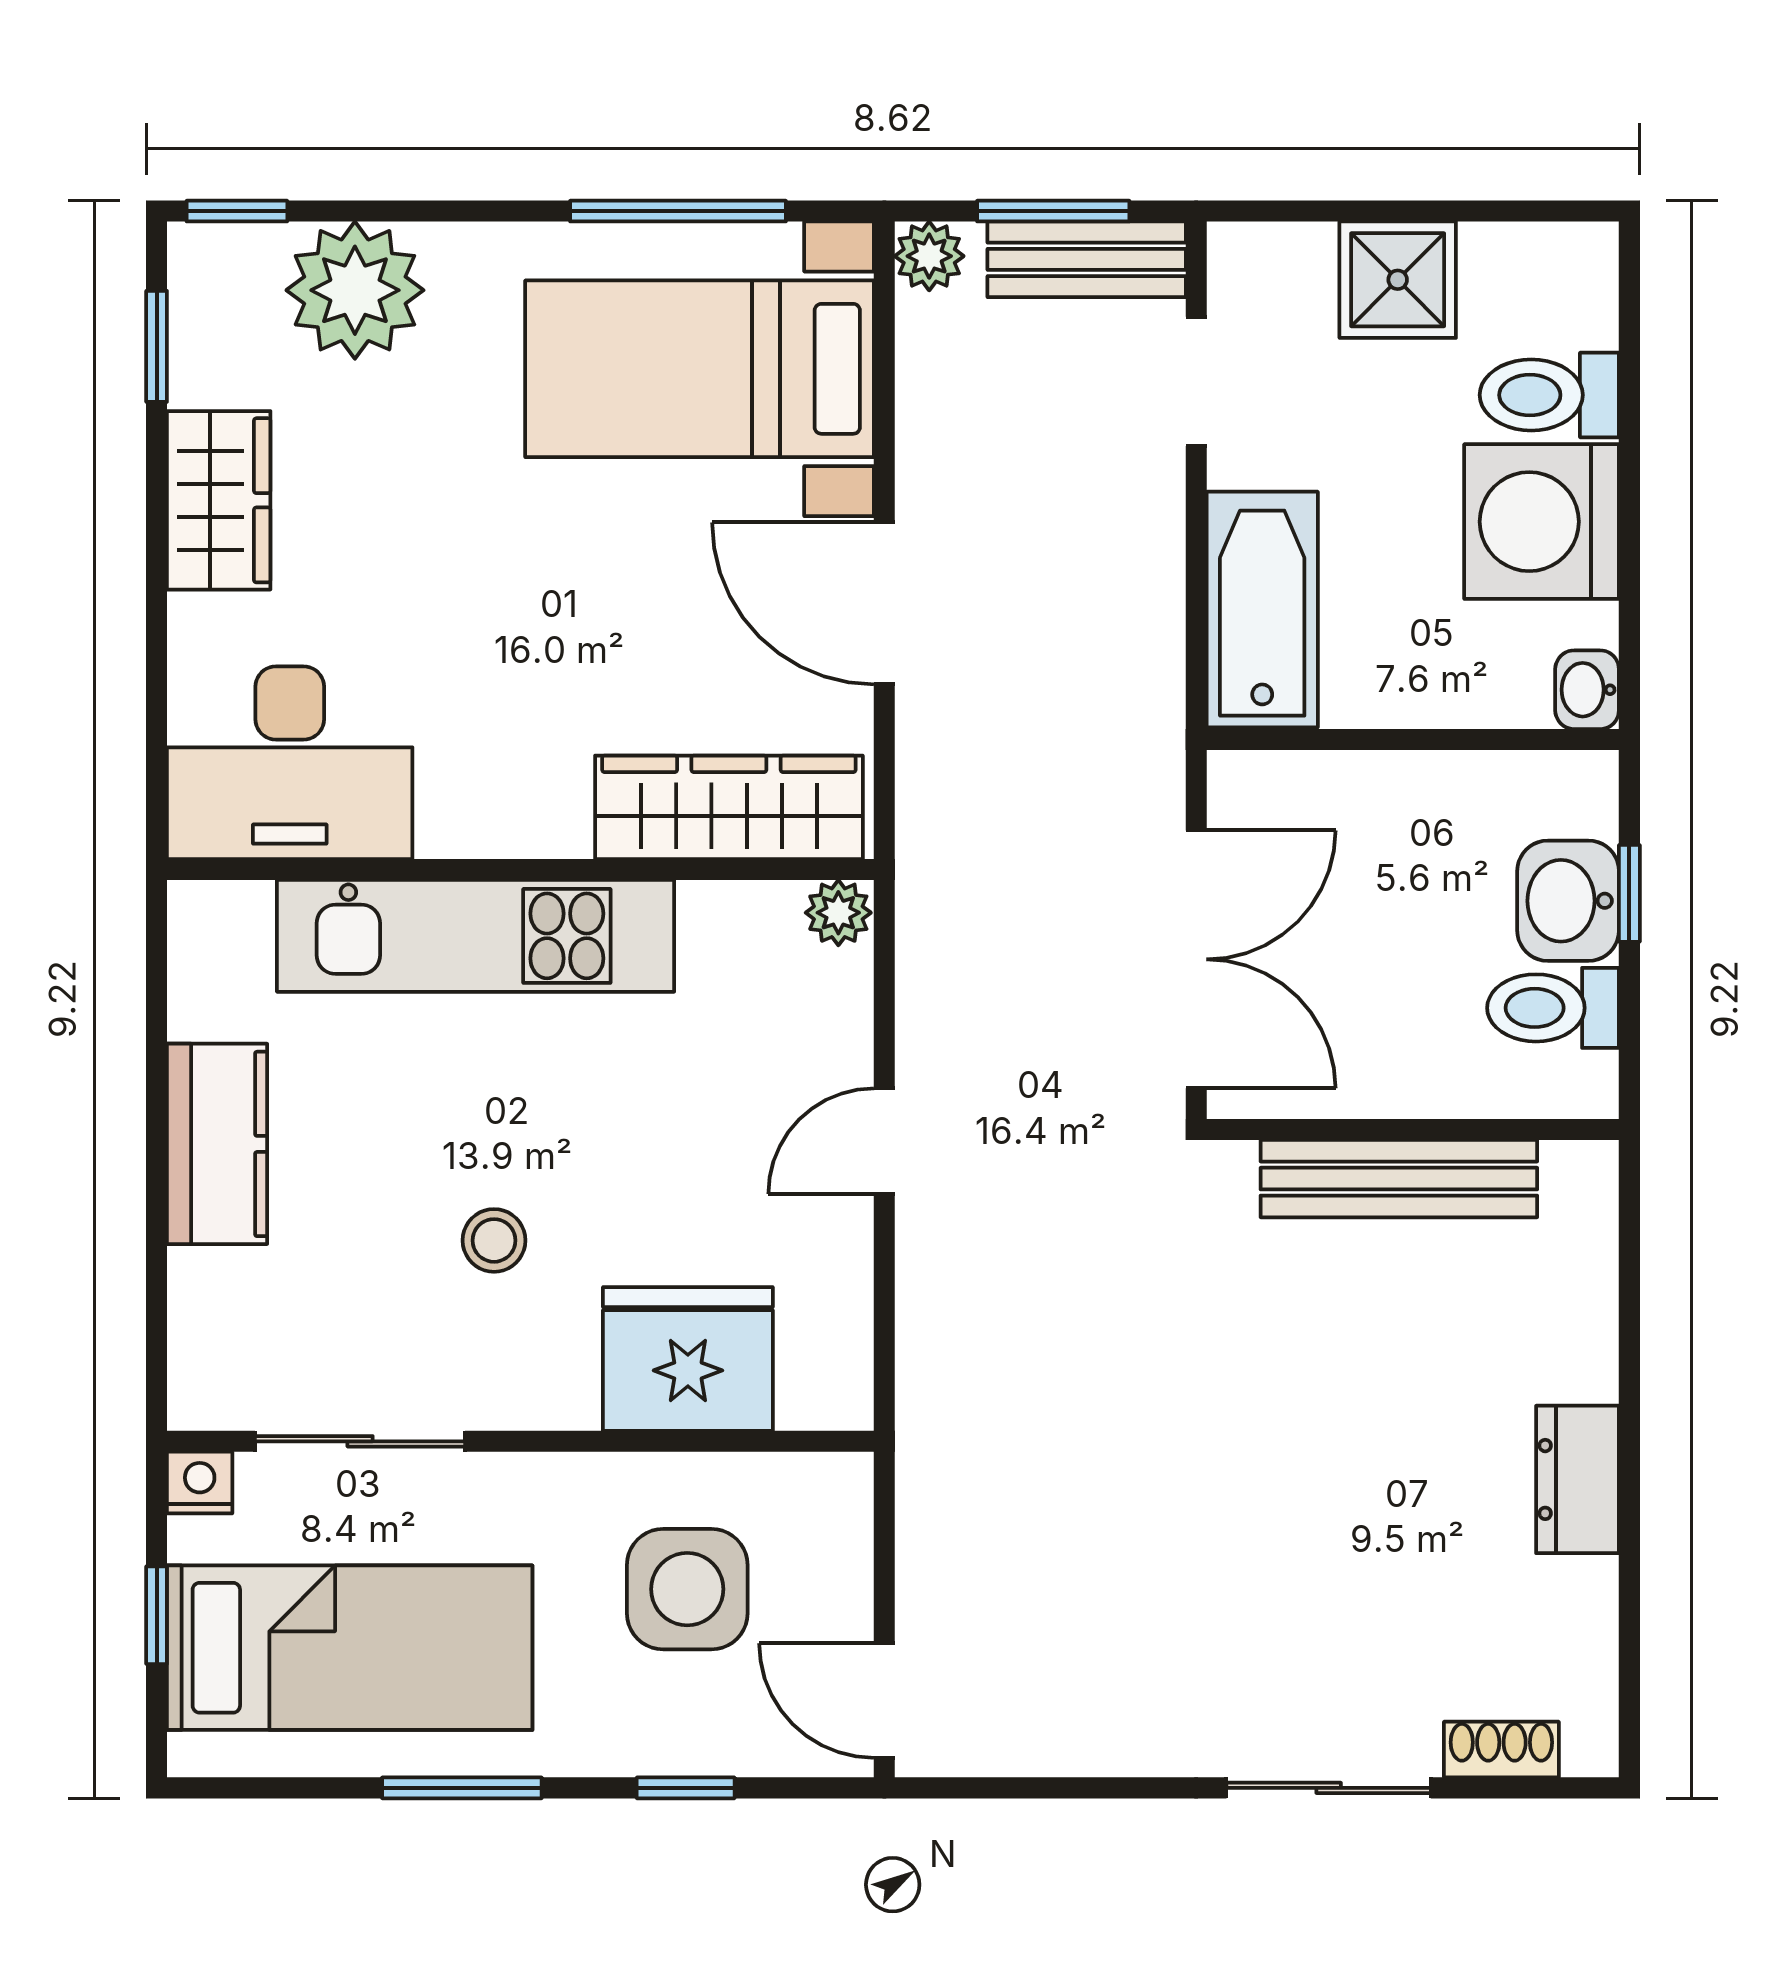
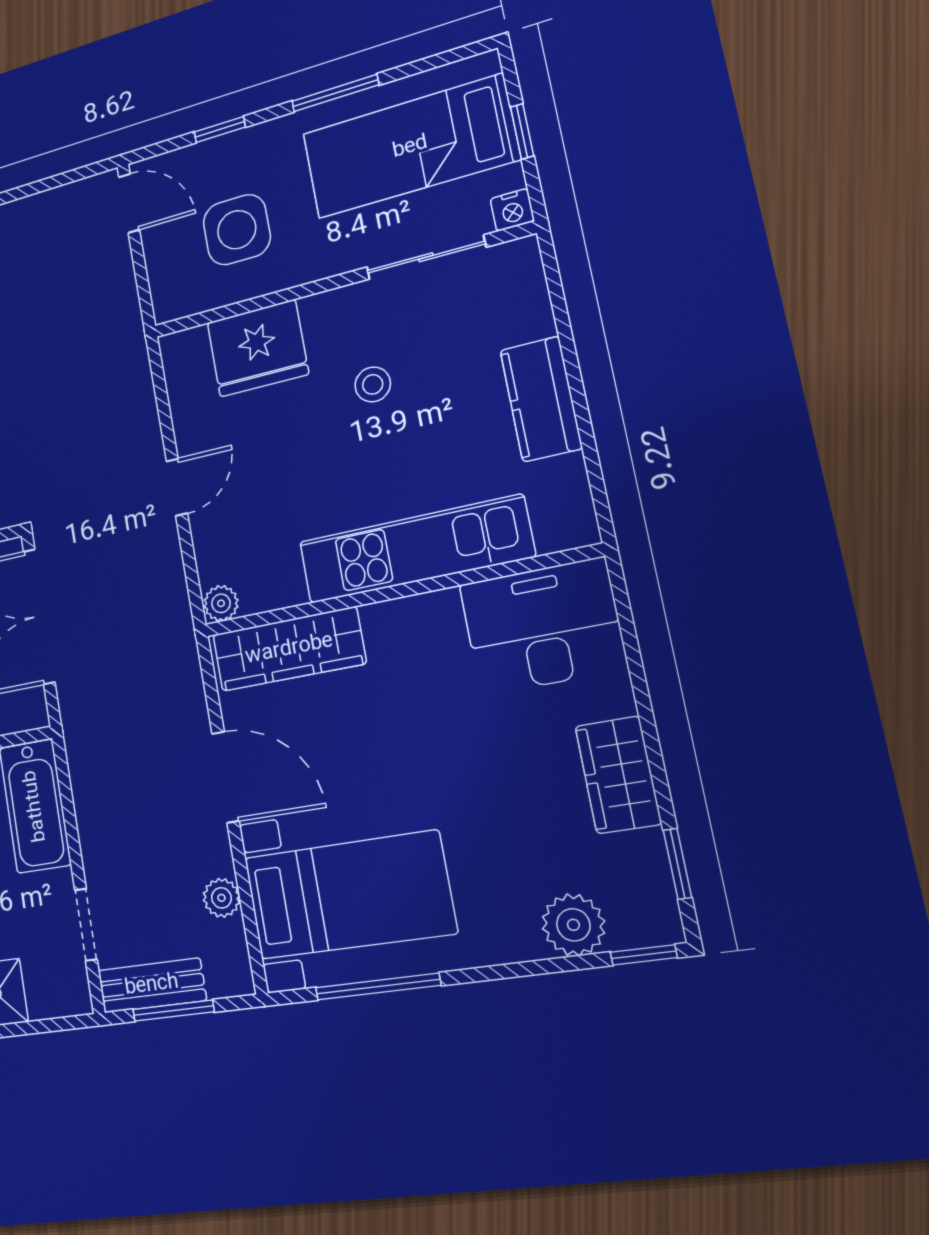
plant: (929, 256) -> (221, 898), moved
plant: (355, 290) -> (573, 925), width x0.73, depth x0.73

